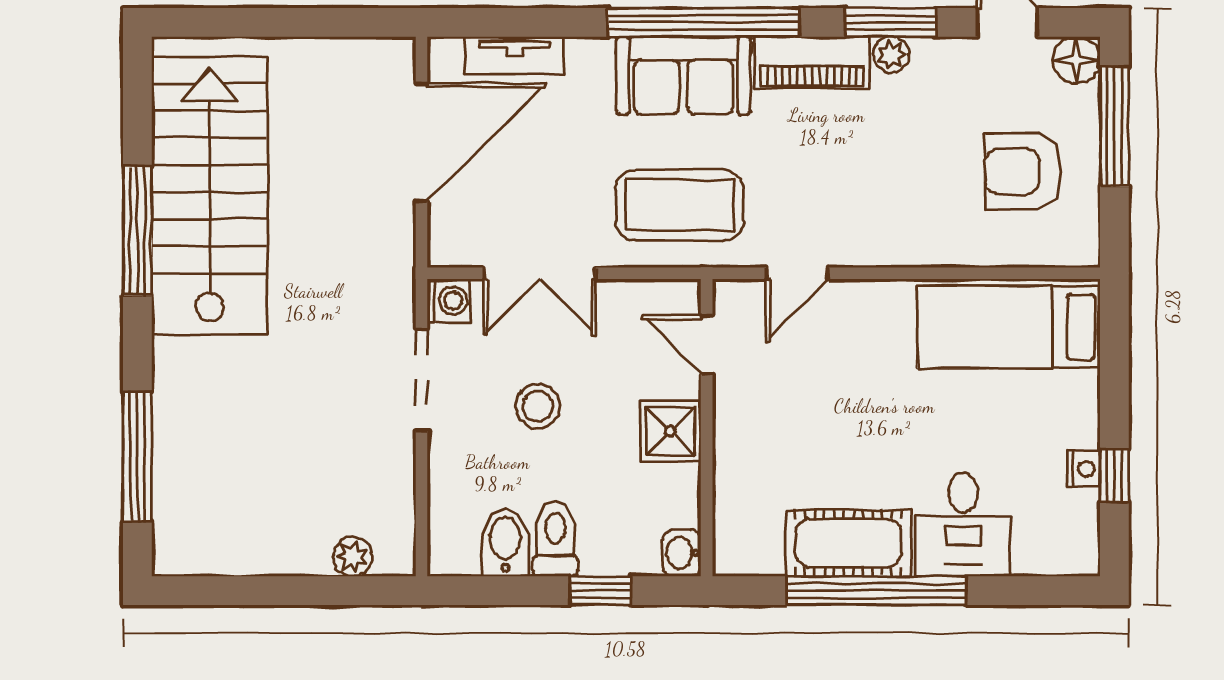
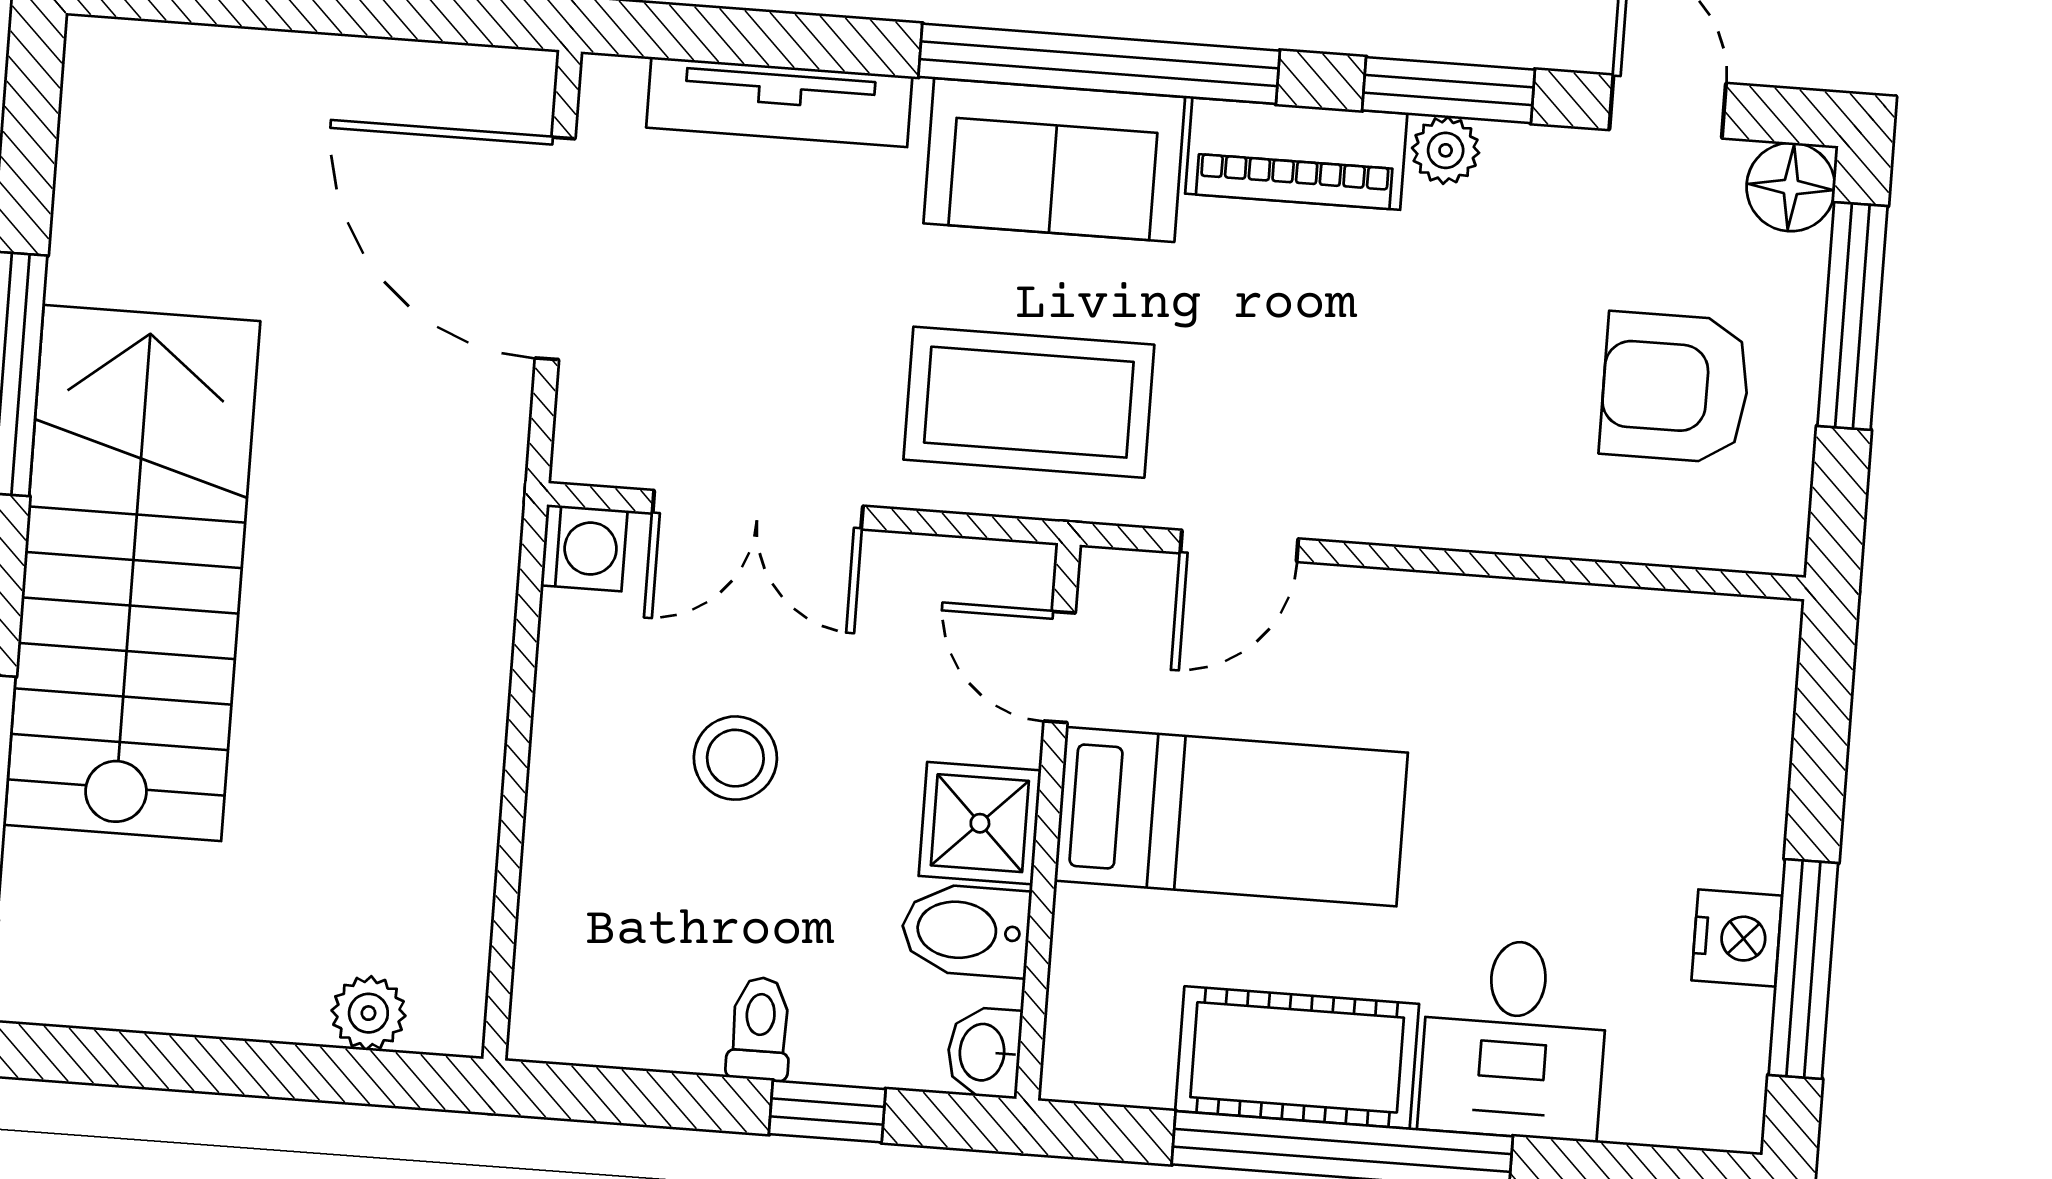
tv unit: (515, 56) -> (779, 102), width x1.41
door: (422, 142) -> (555, 248), swing flipped
stairs: (210, 196) -> (132, 573), moved
bed: (1009, 327) -> (1231, 817), moved, turned 180
doorway: (422, 380) -> (522, 692), removed
nightstand: (1084, 469) -> (1737, 938), width x1.39, depth x1.35
window: (1114, 476) -> (1803, 969), width x2.17
toilet: (555, 539) -> (760, 1029), width x0.73, depth x0.72
bidet: (505, 543) -> (966, 930), moved, turned -90

